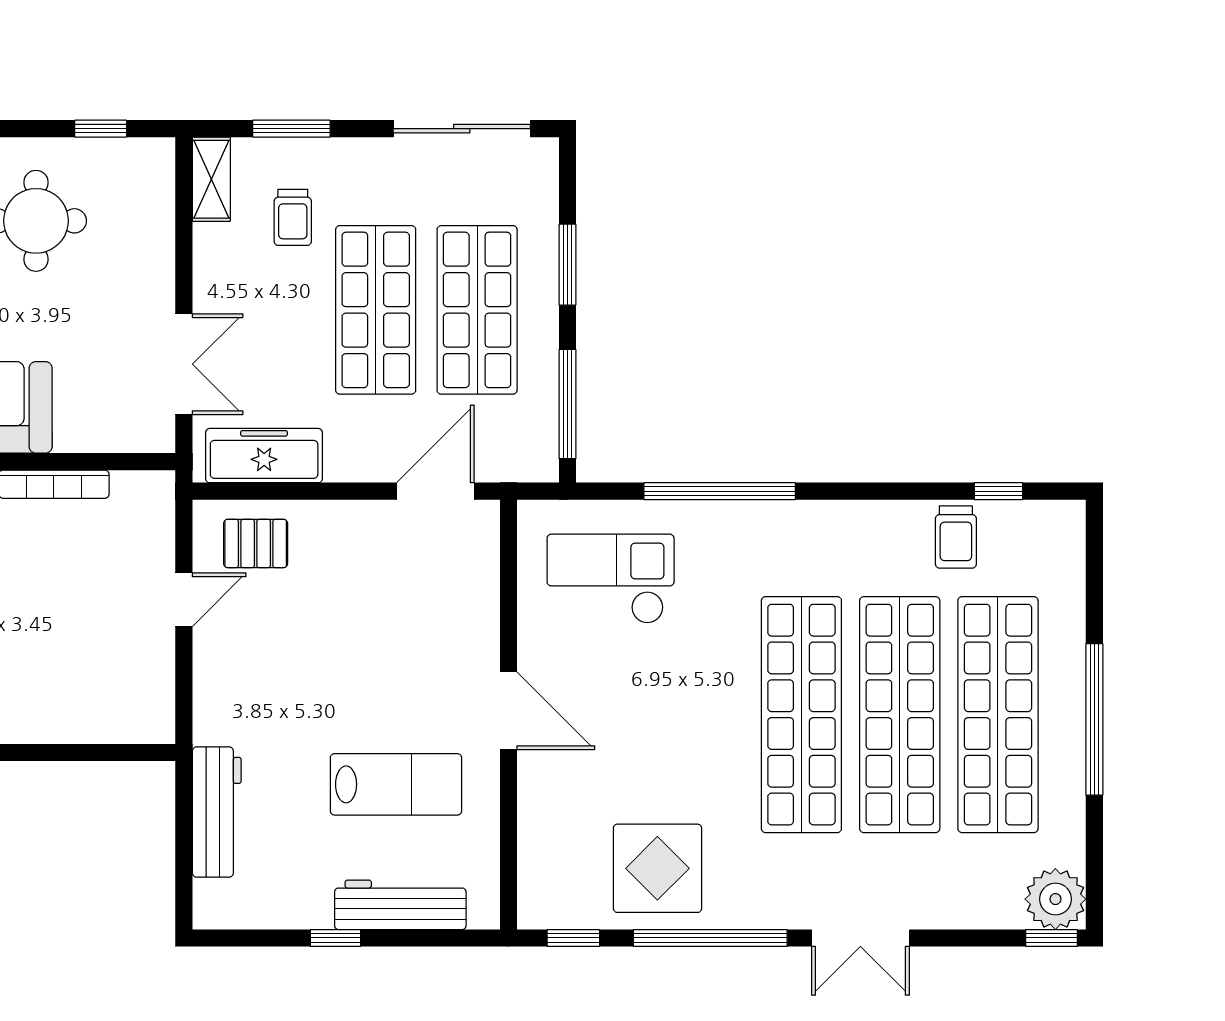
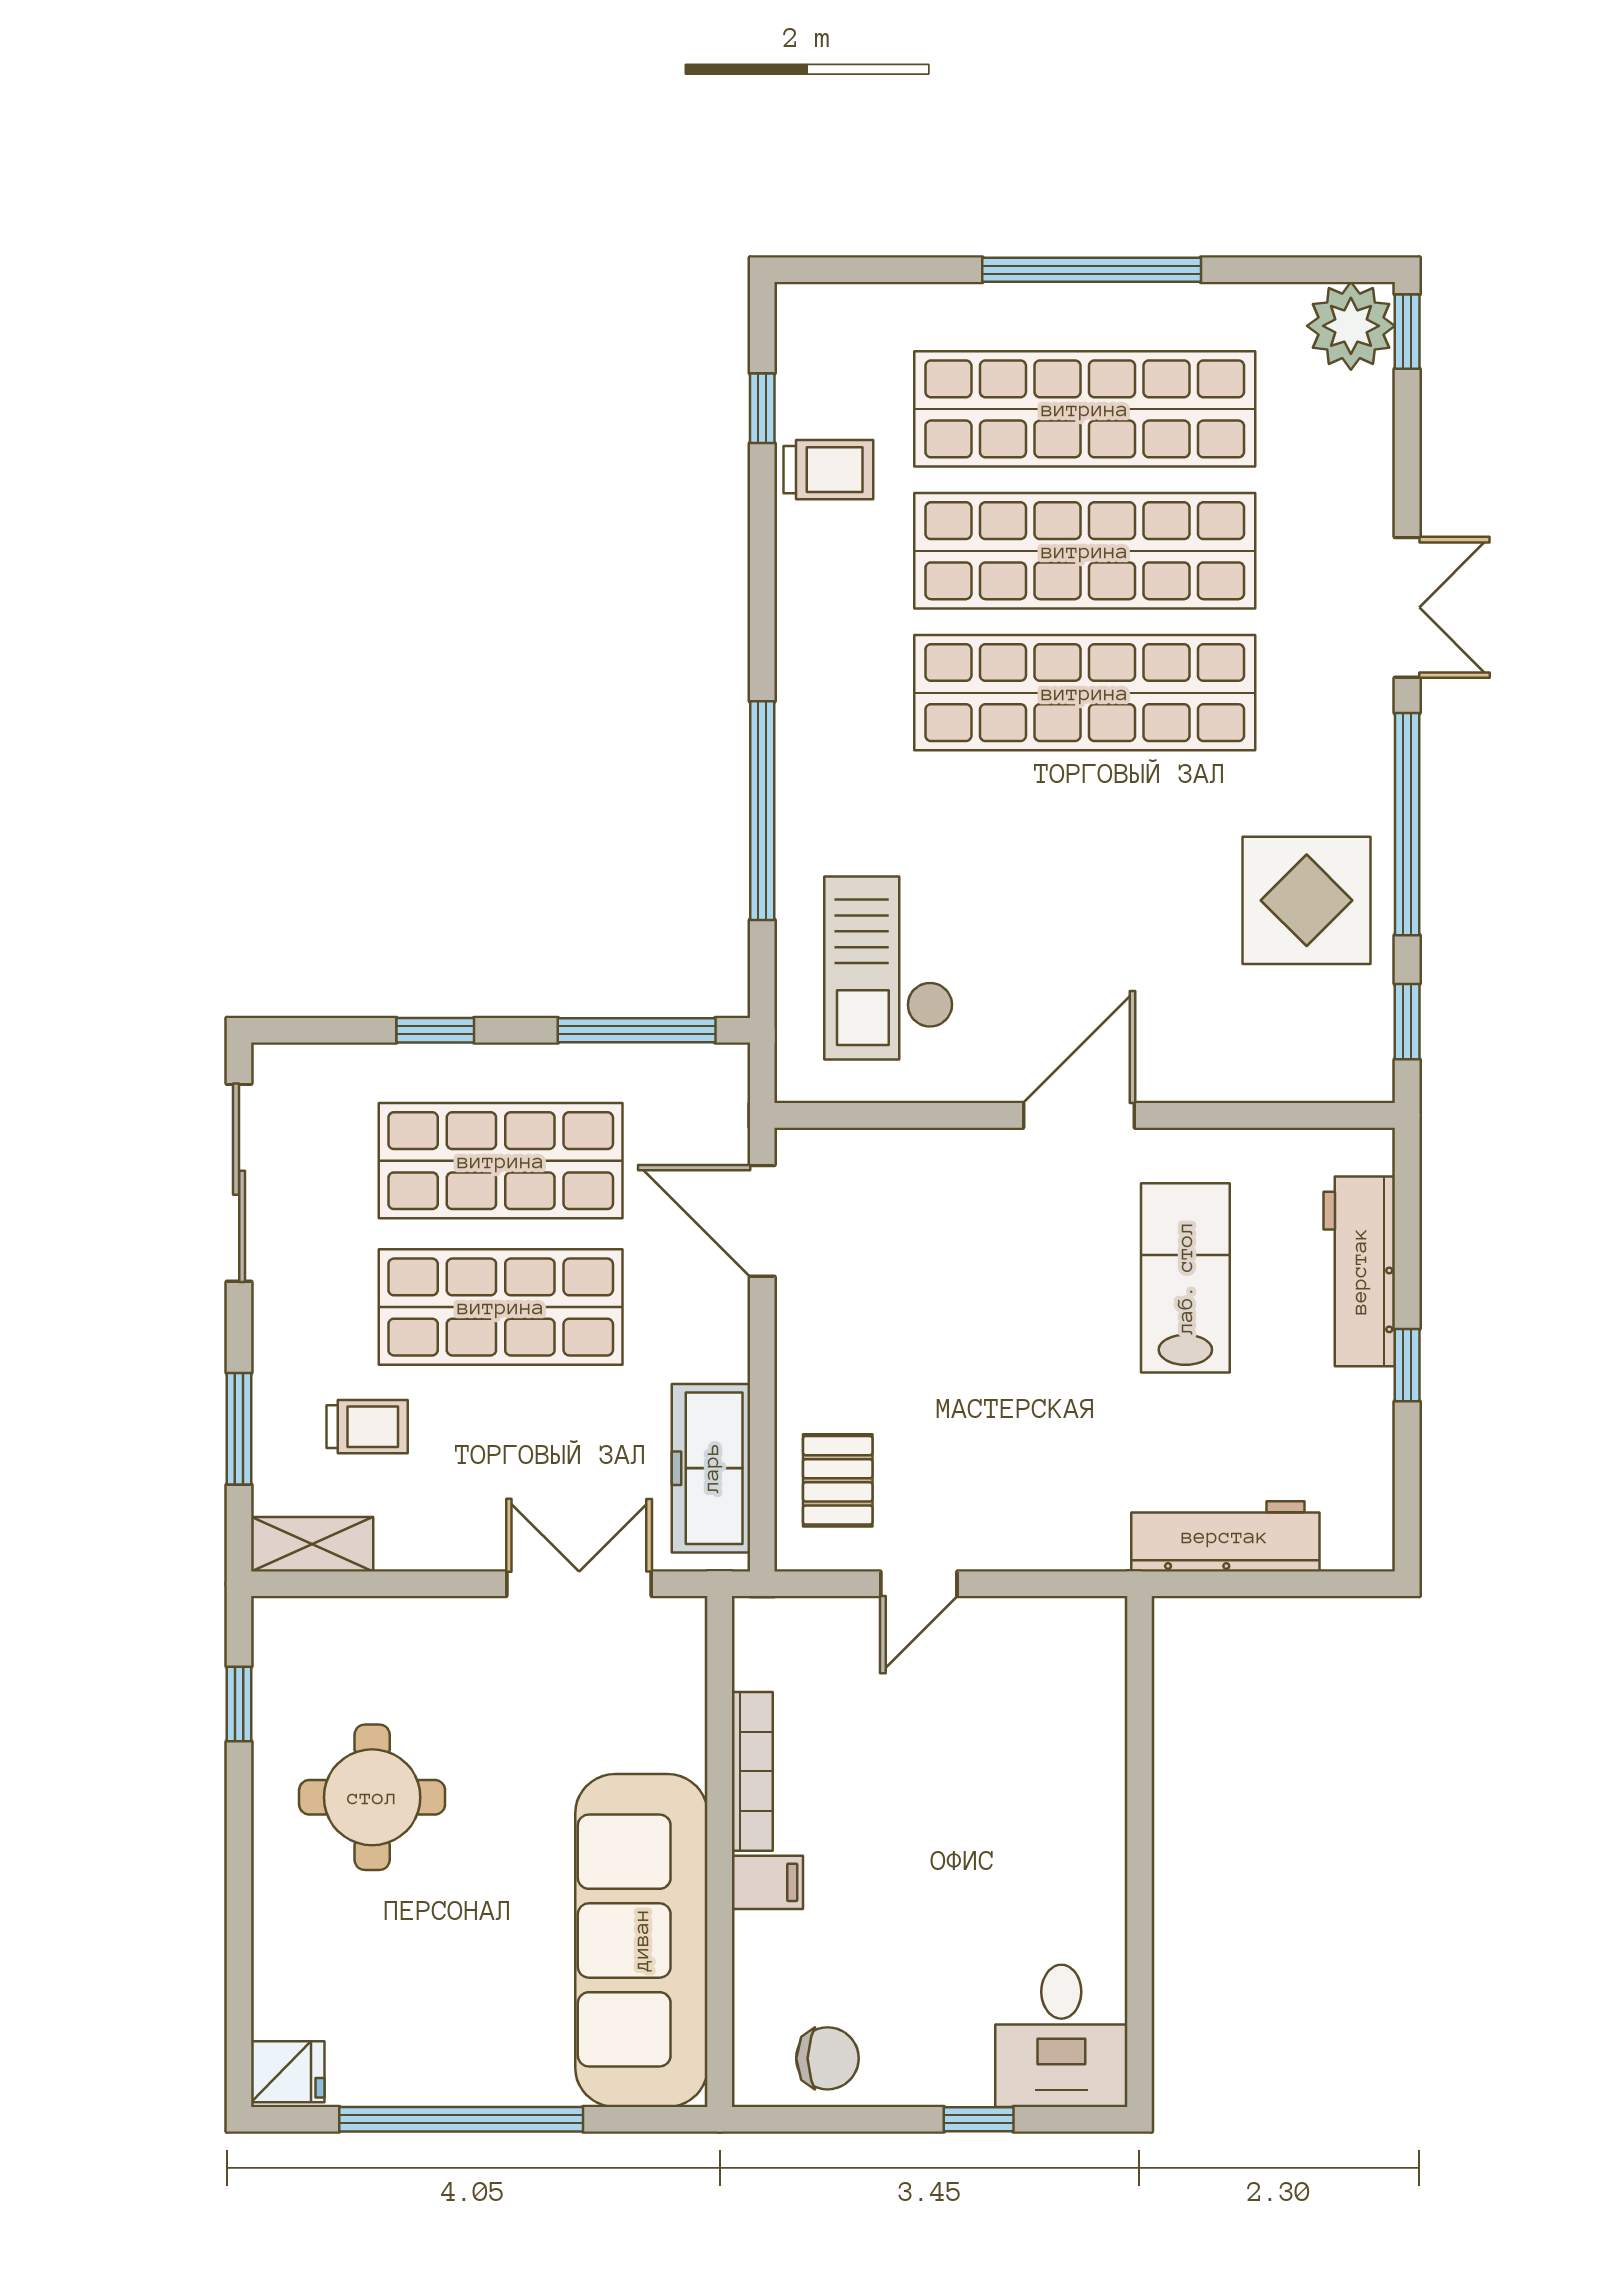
window: (567, 265) -> (435, 1030), width x0.67
door: (184, 600) -> (919, 1584), swing flipped

